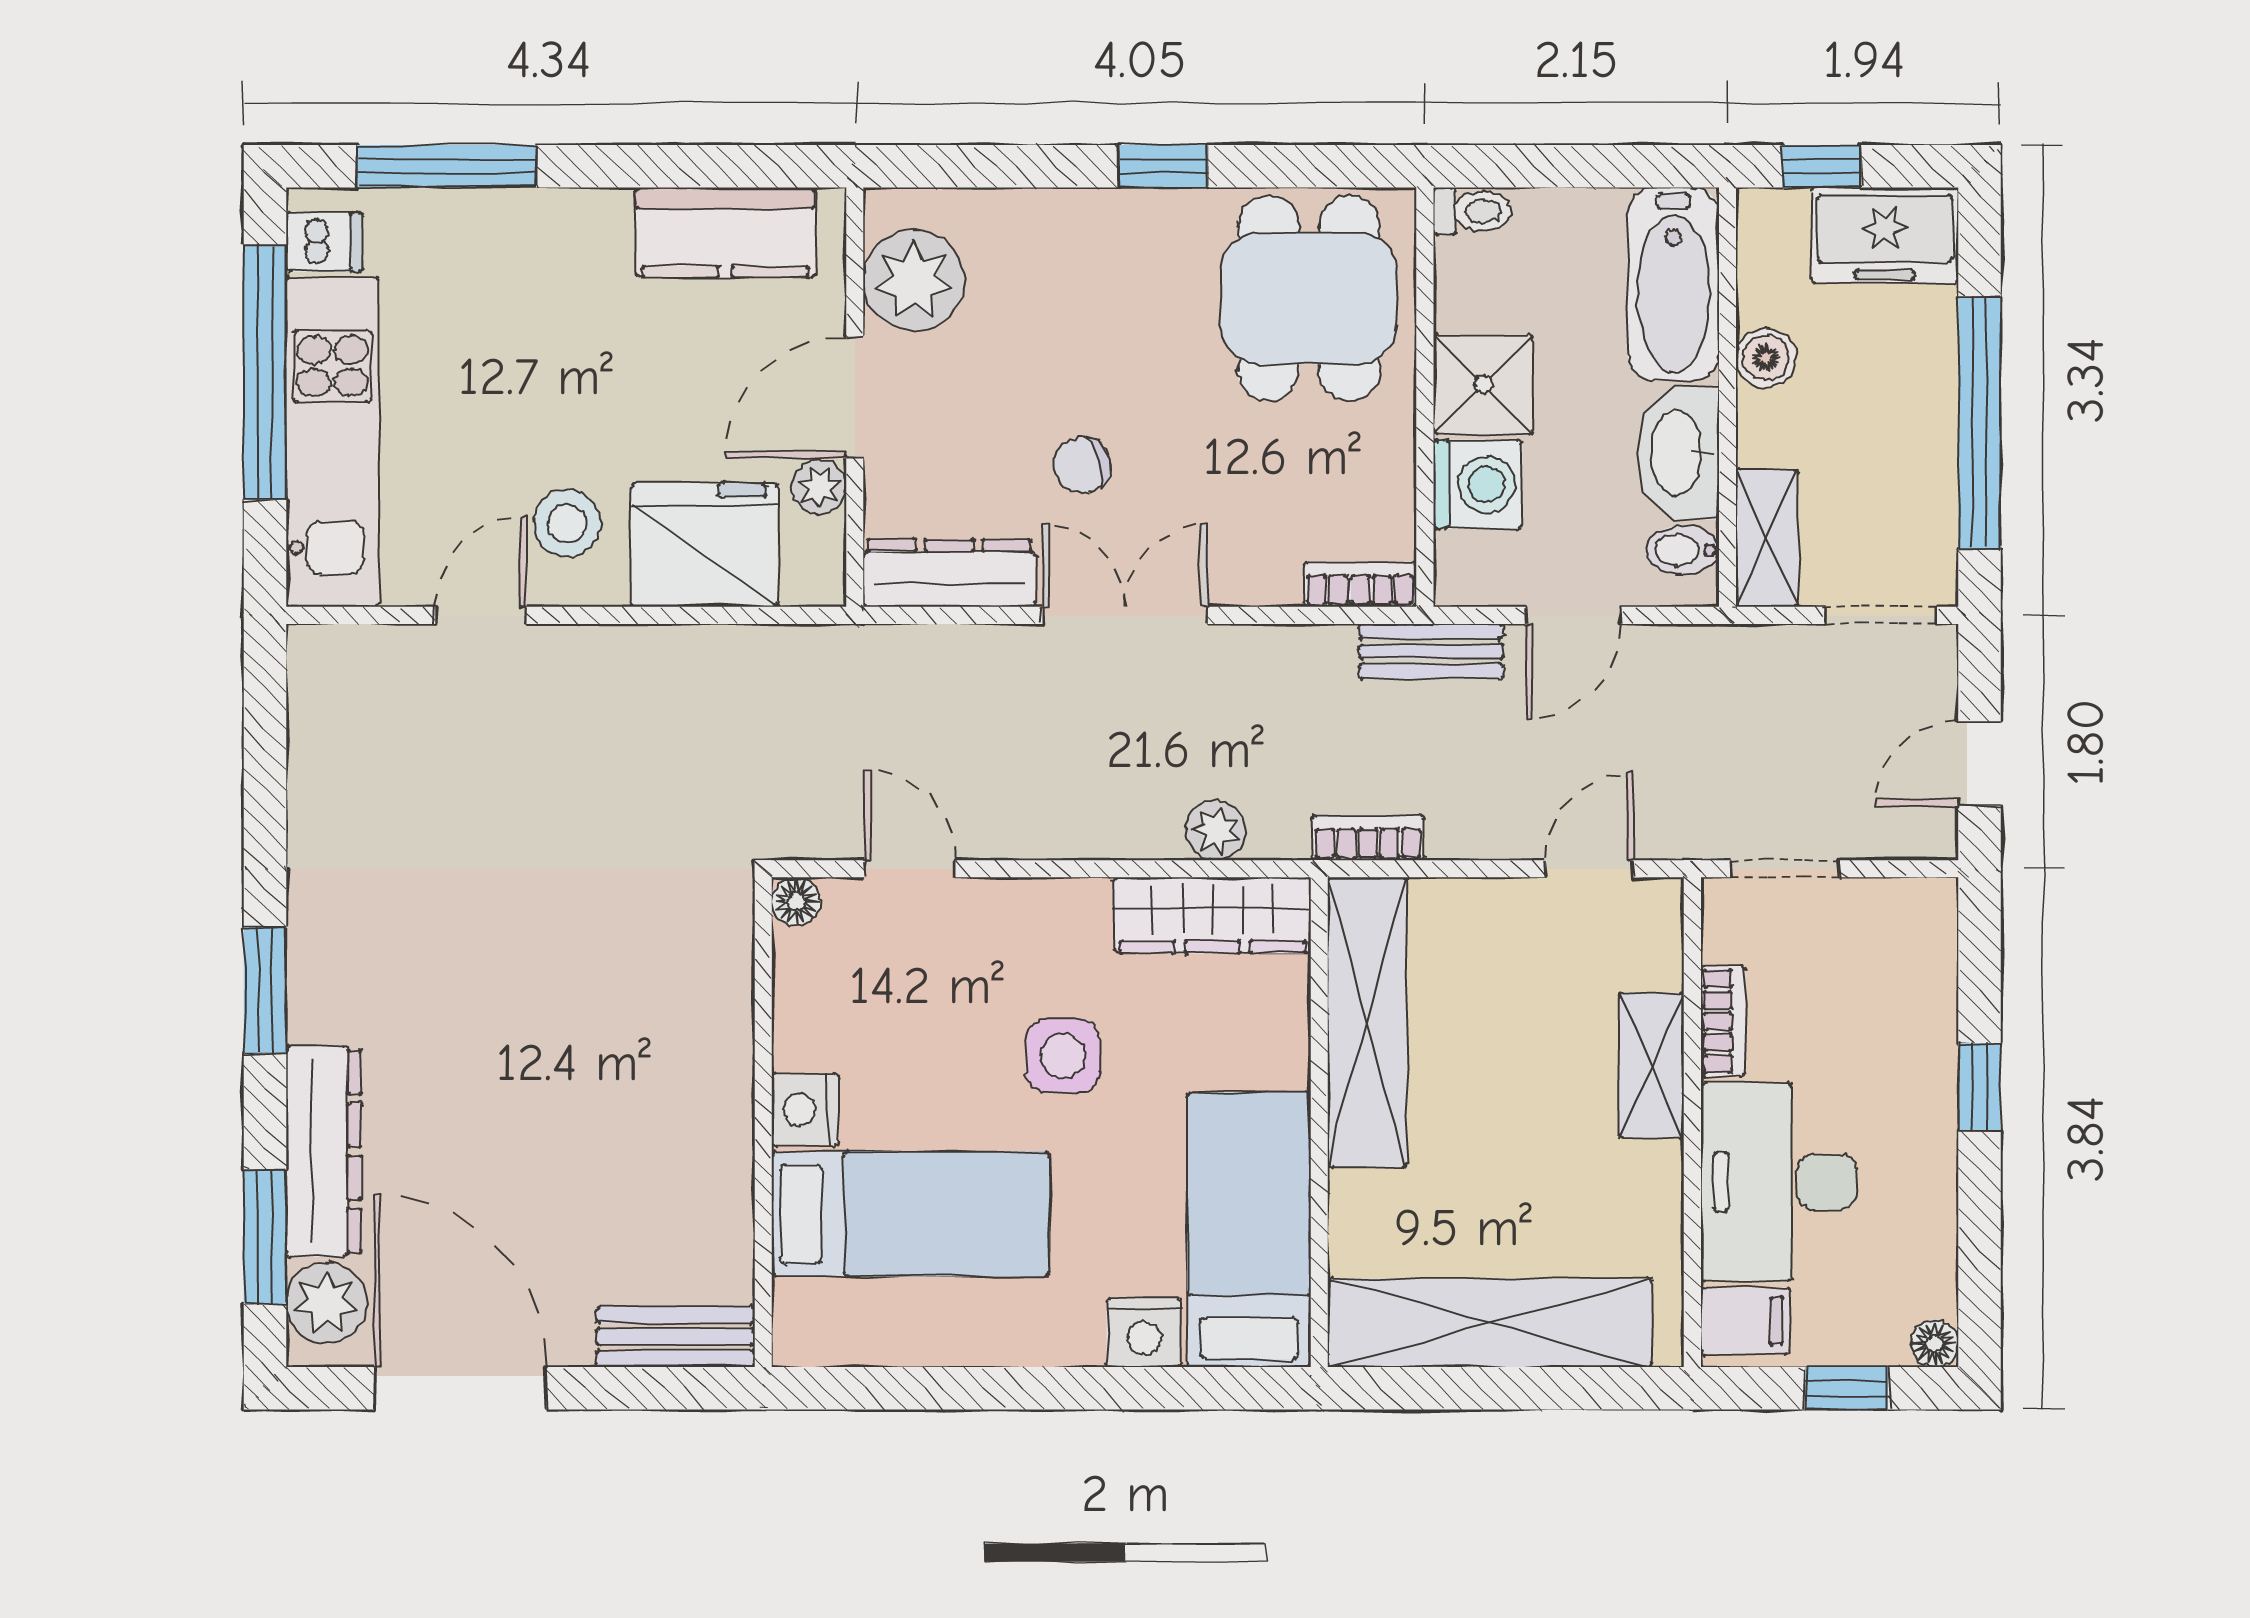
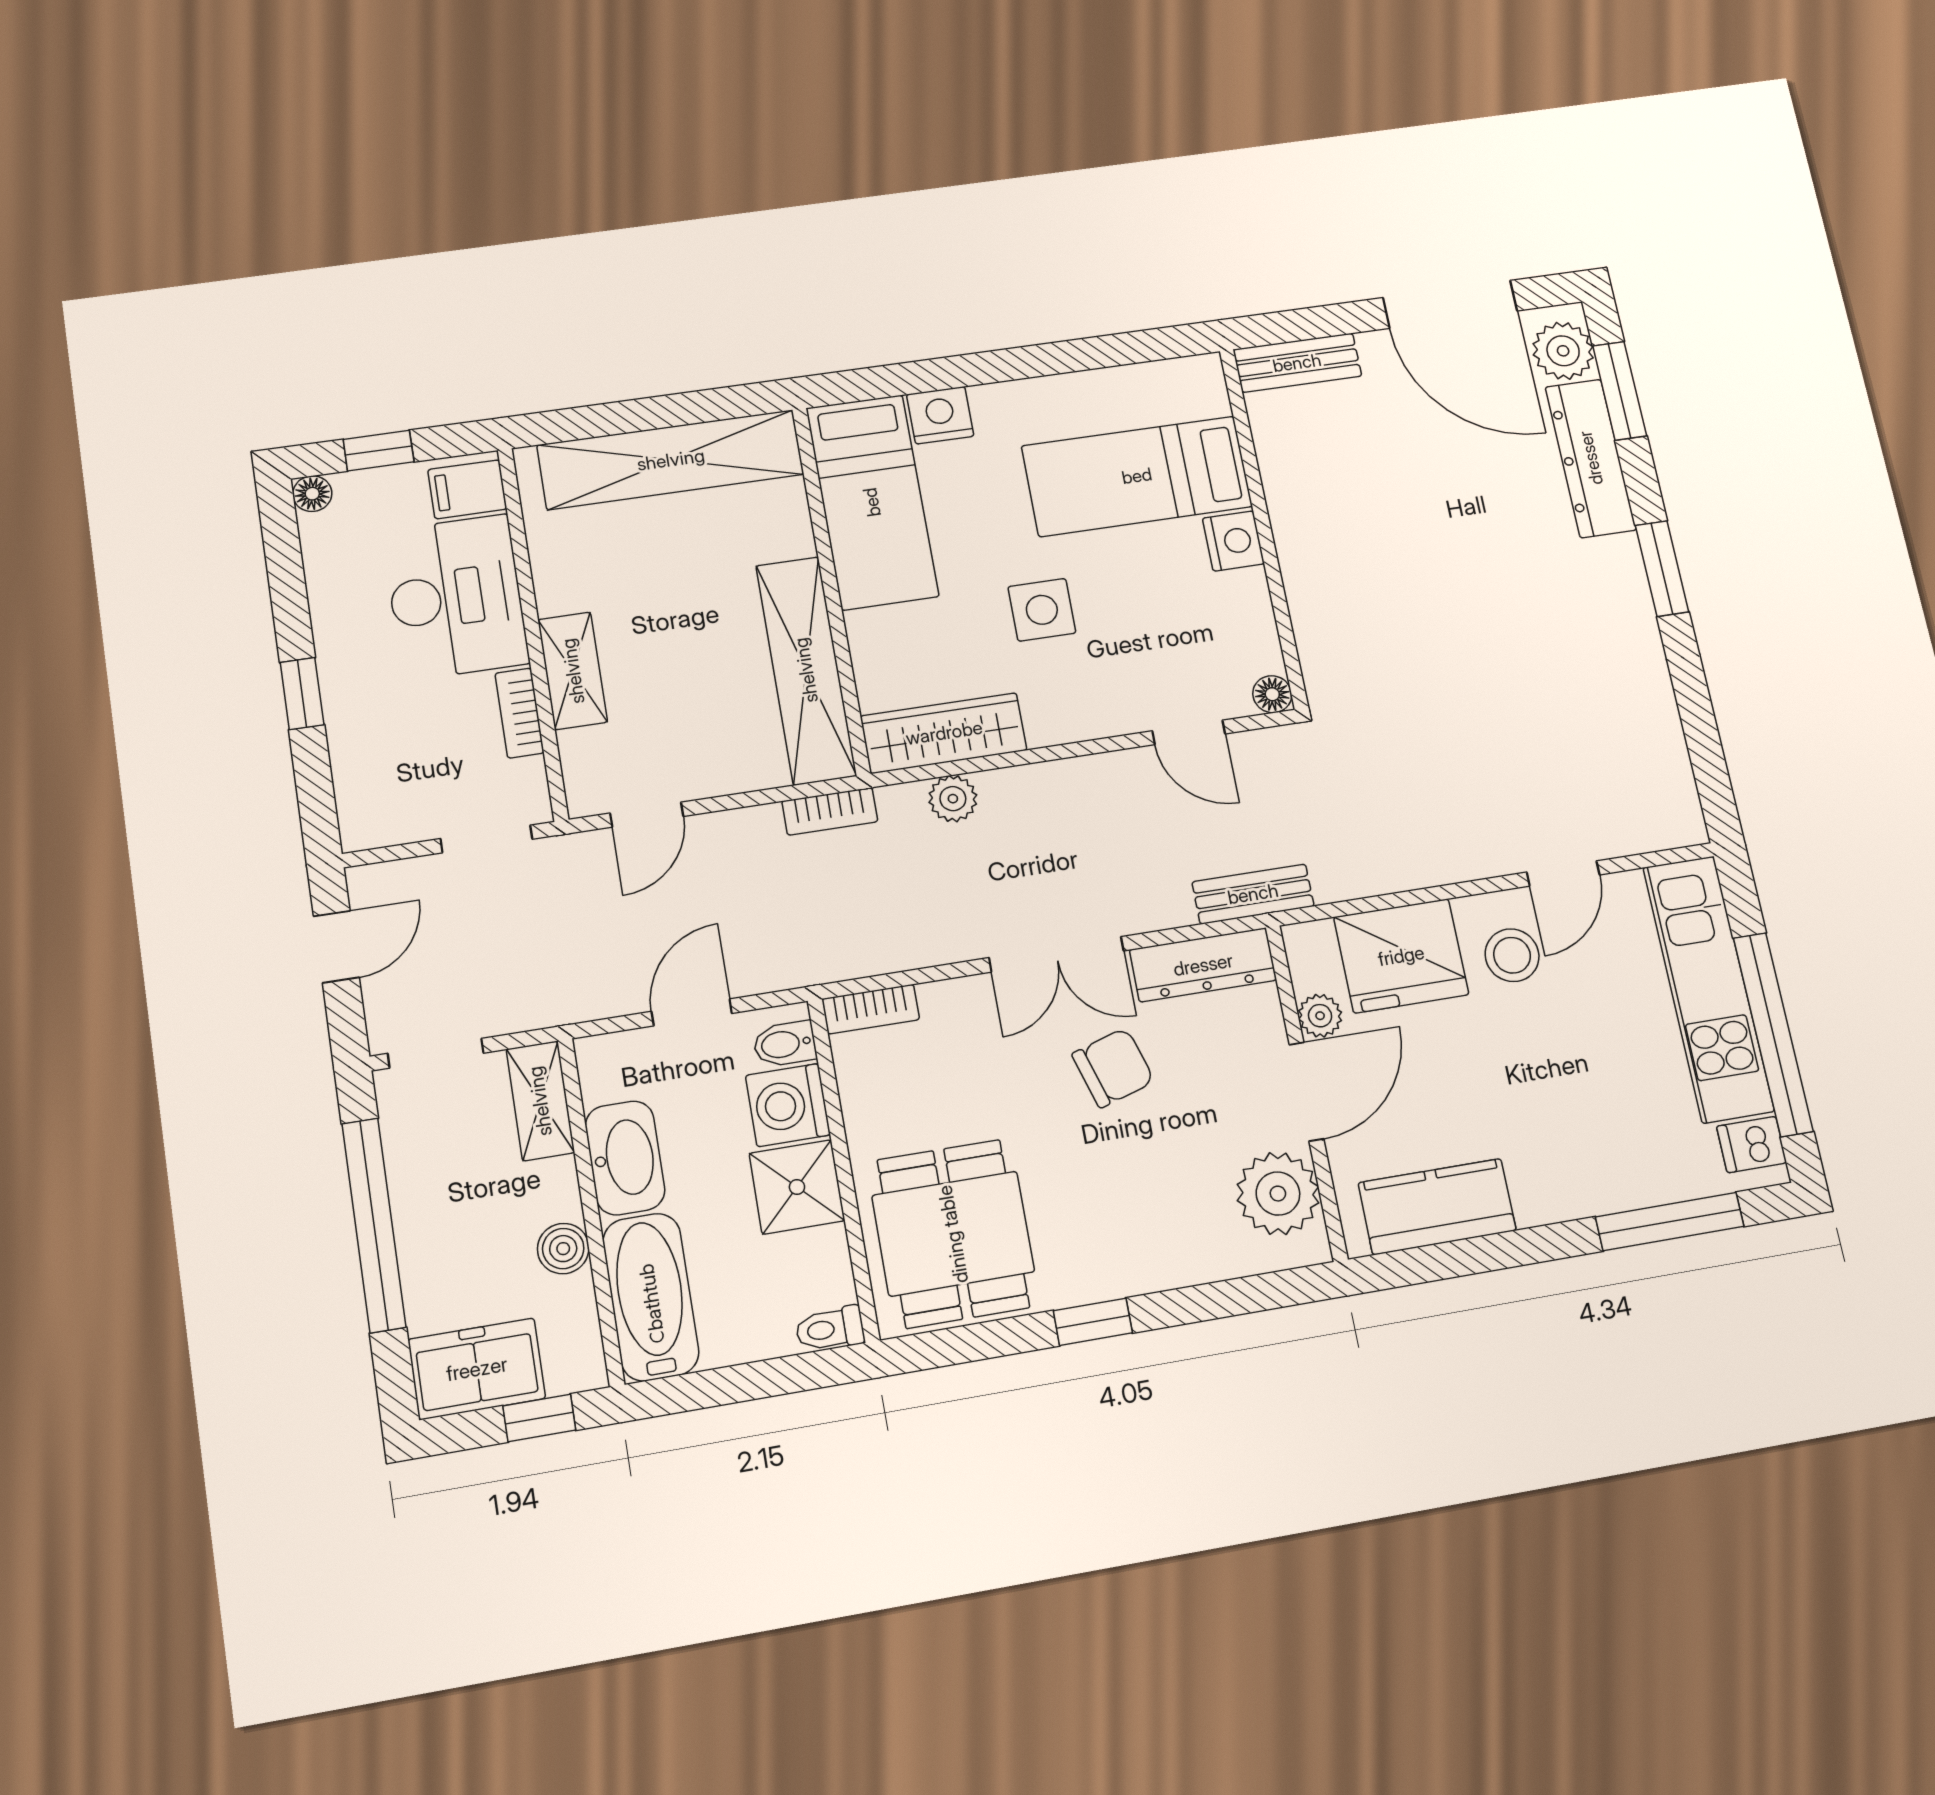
chair: (1082, 465) -> (1113, 1068), width x1.37, depth x1.37
bidet: (1683, 550) -> (785, 1044), moved, turned 180
bench: (1431, 651) -> (1253, 894), moved

